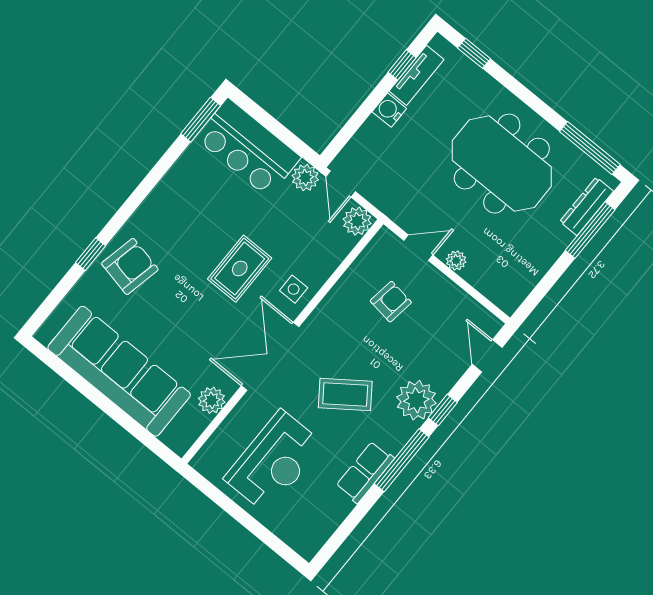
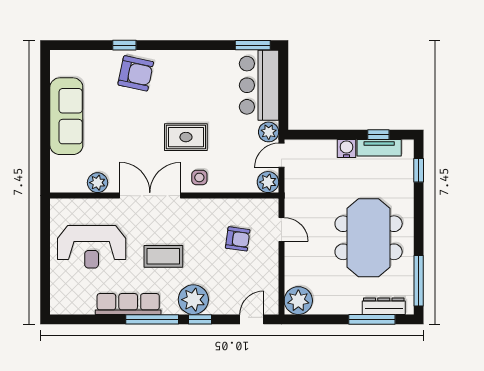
plant: (456, 261) -> (298, 301), moved, width x1.87, depth x1.87
sofa: (119, 371) -> (66, 116), width x0.74, depth x0.79
coffee table: (345, 394) -> (163, 256), turned -54
row of seats: (365, 472) -> (128, 304), width x1.48

